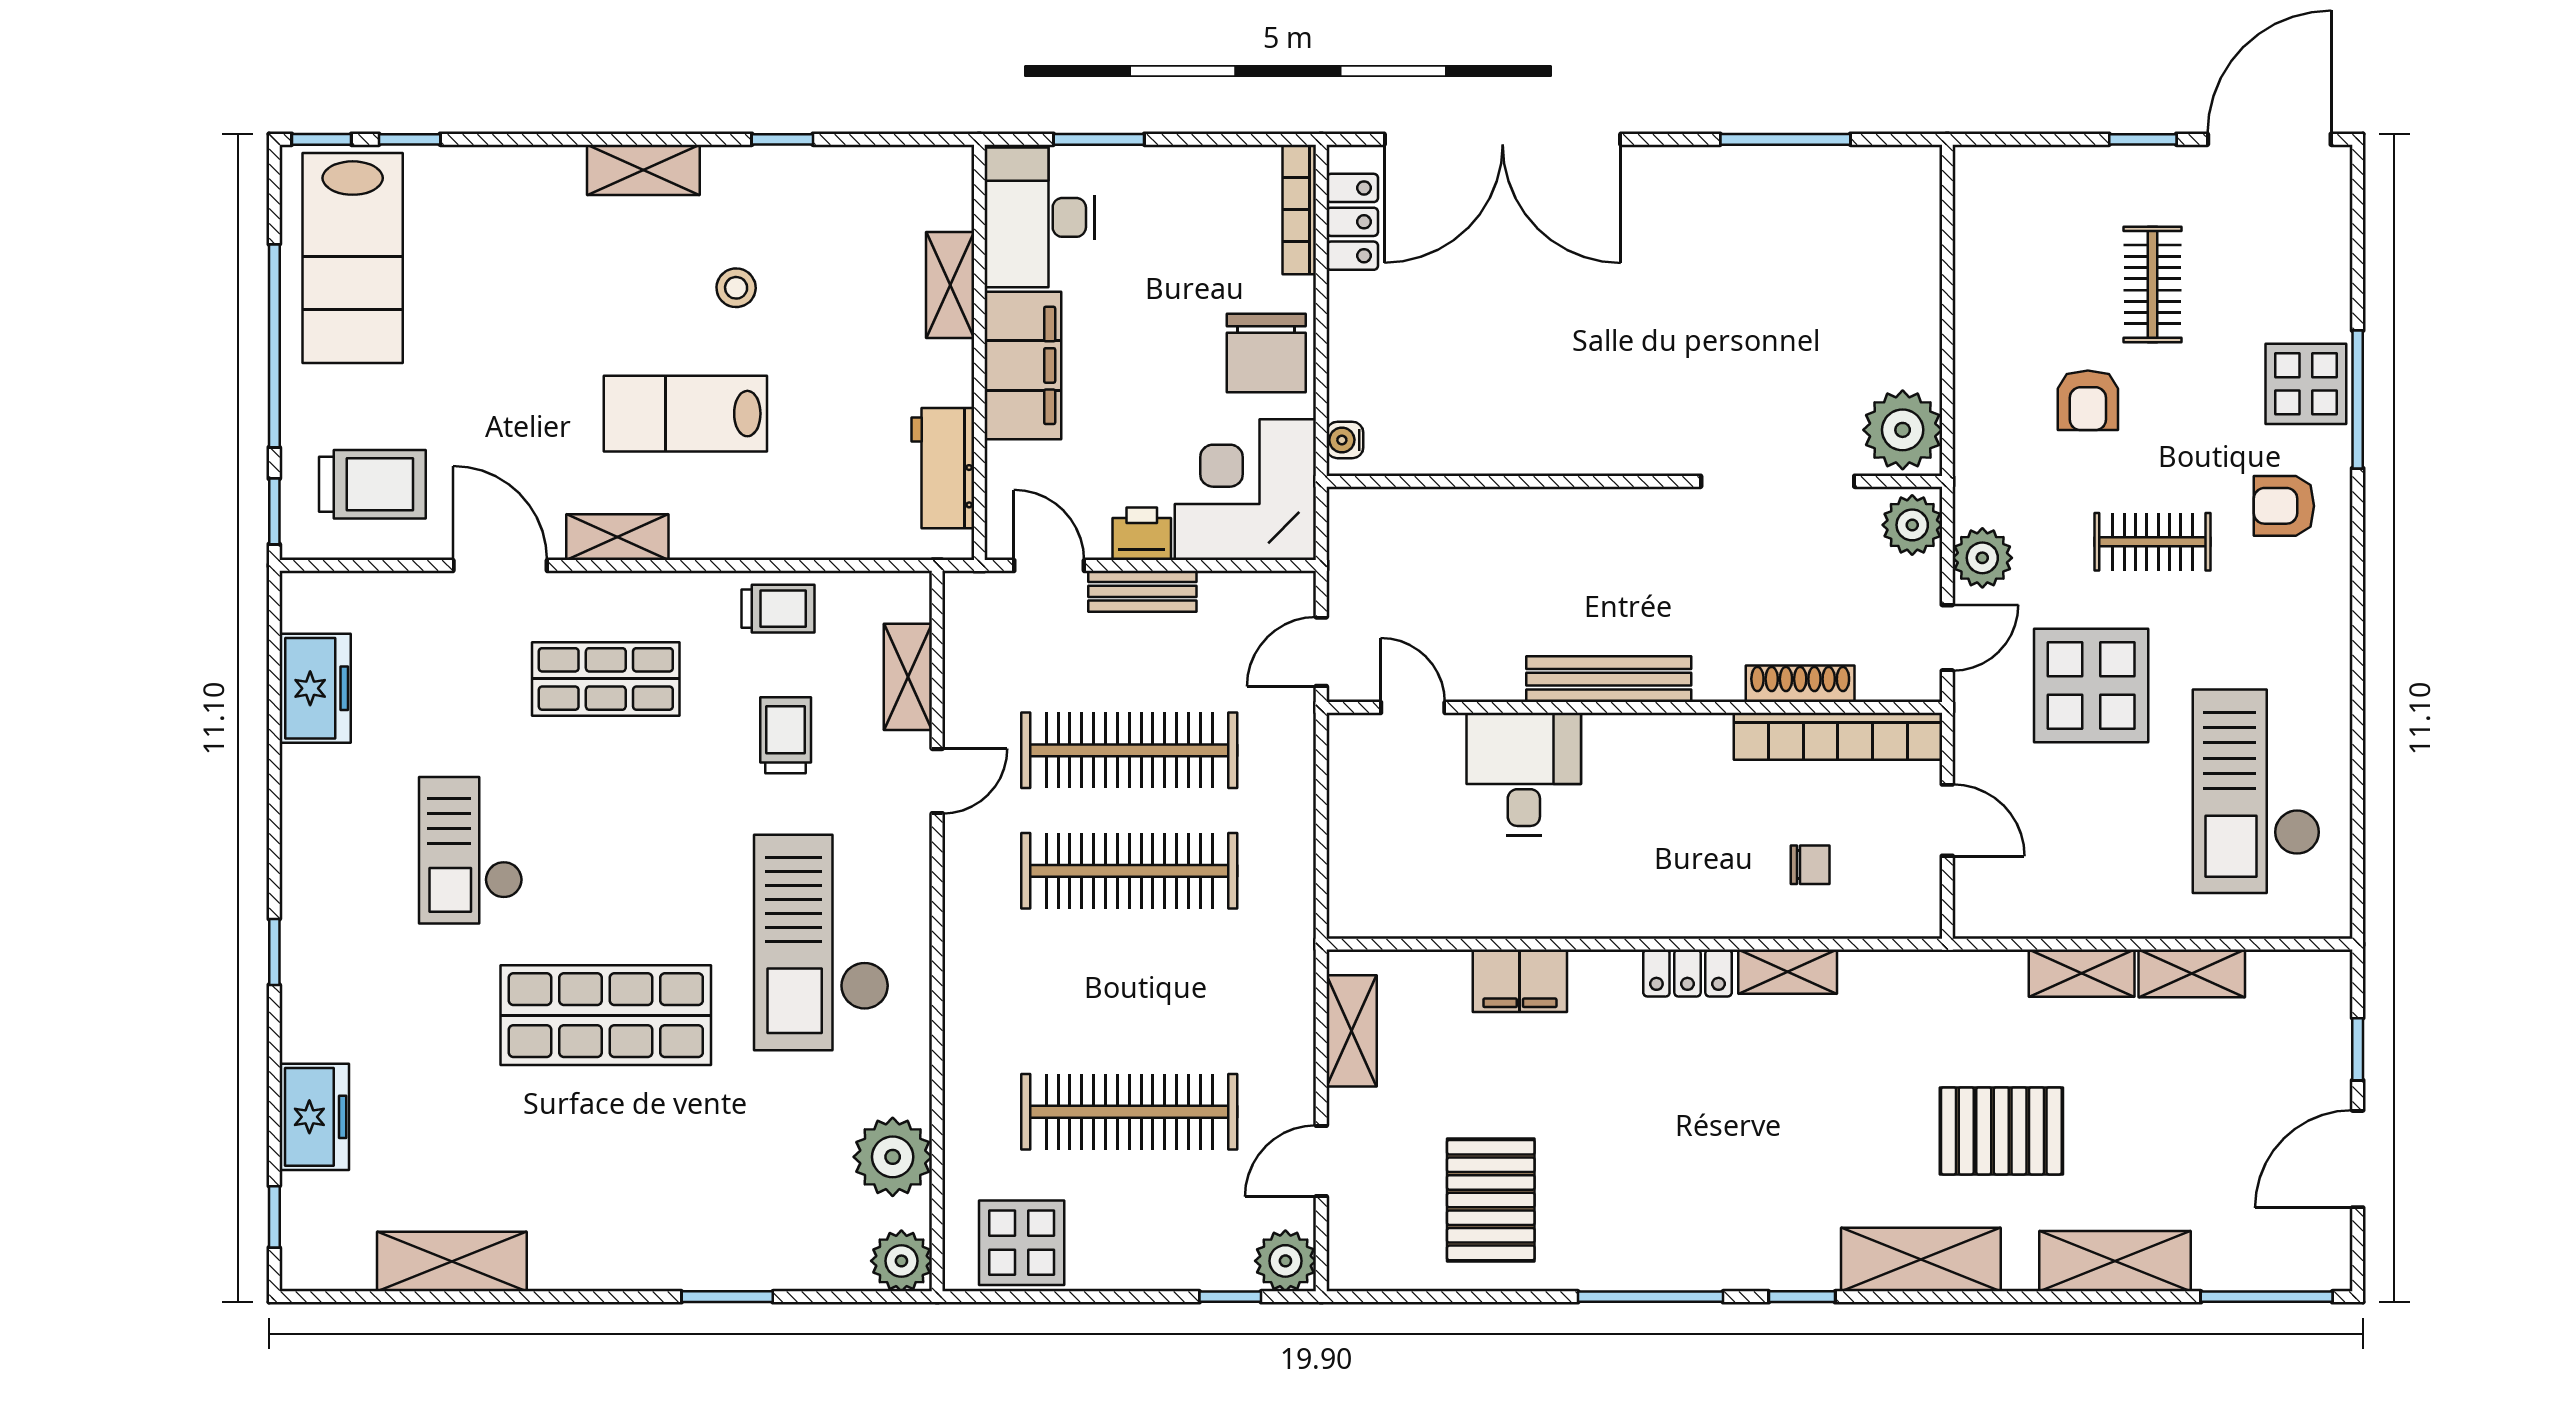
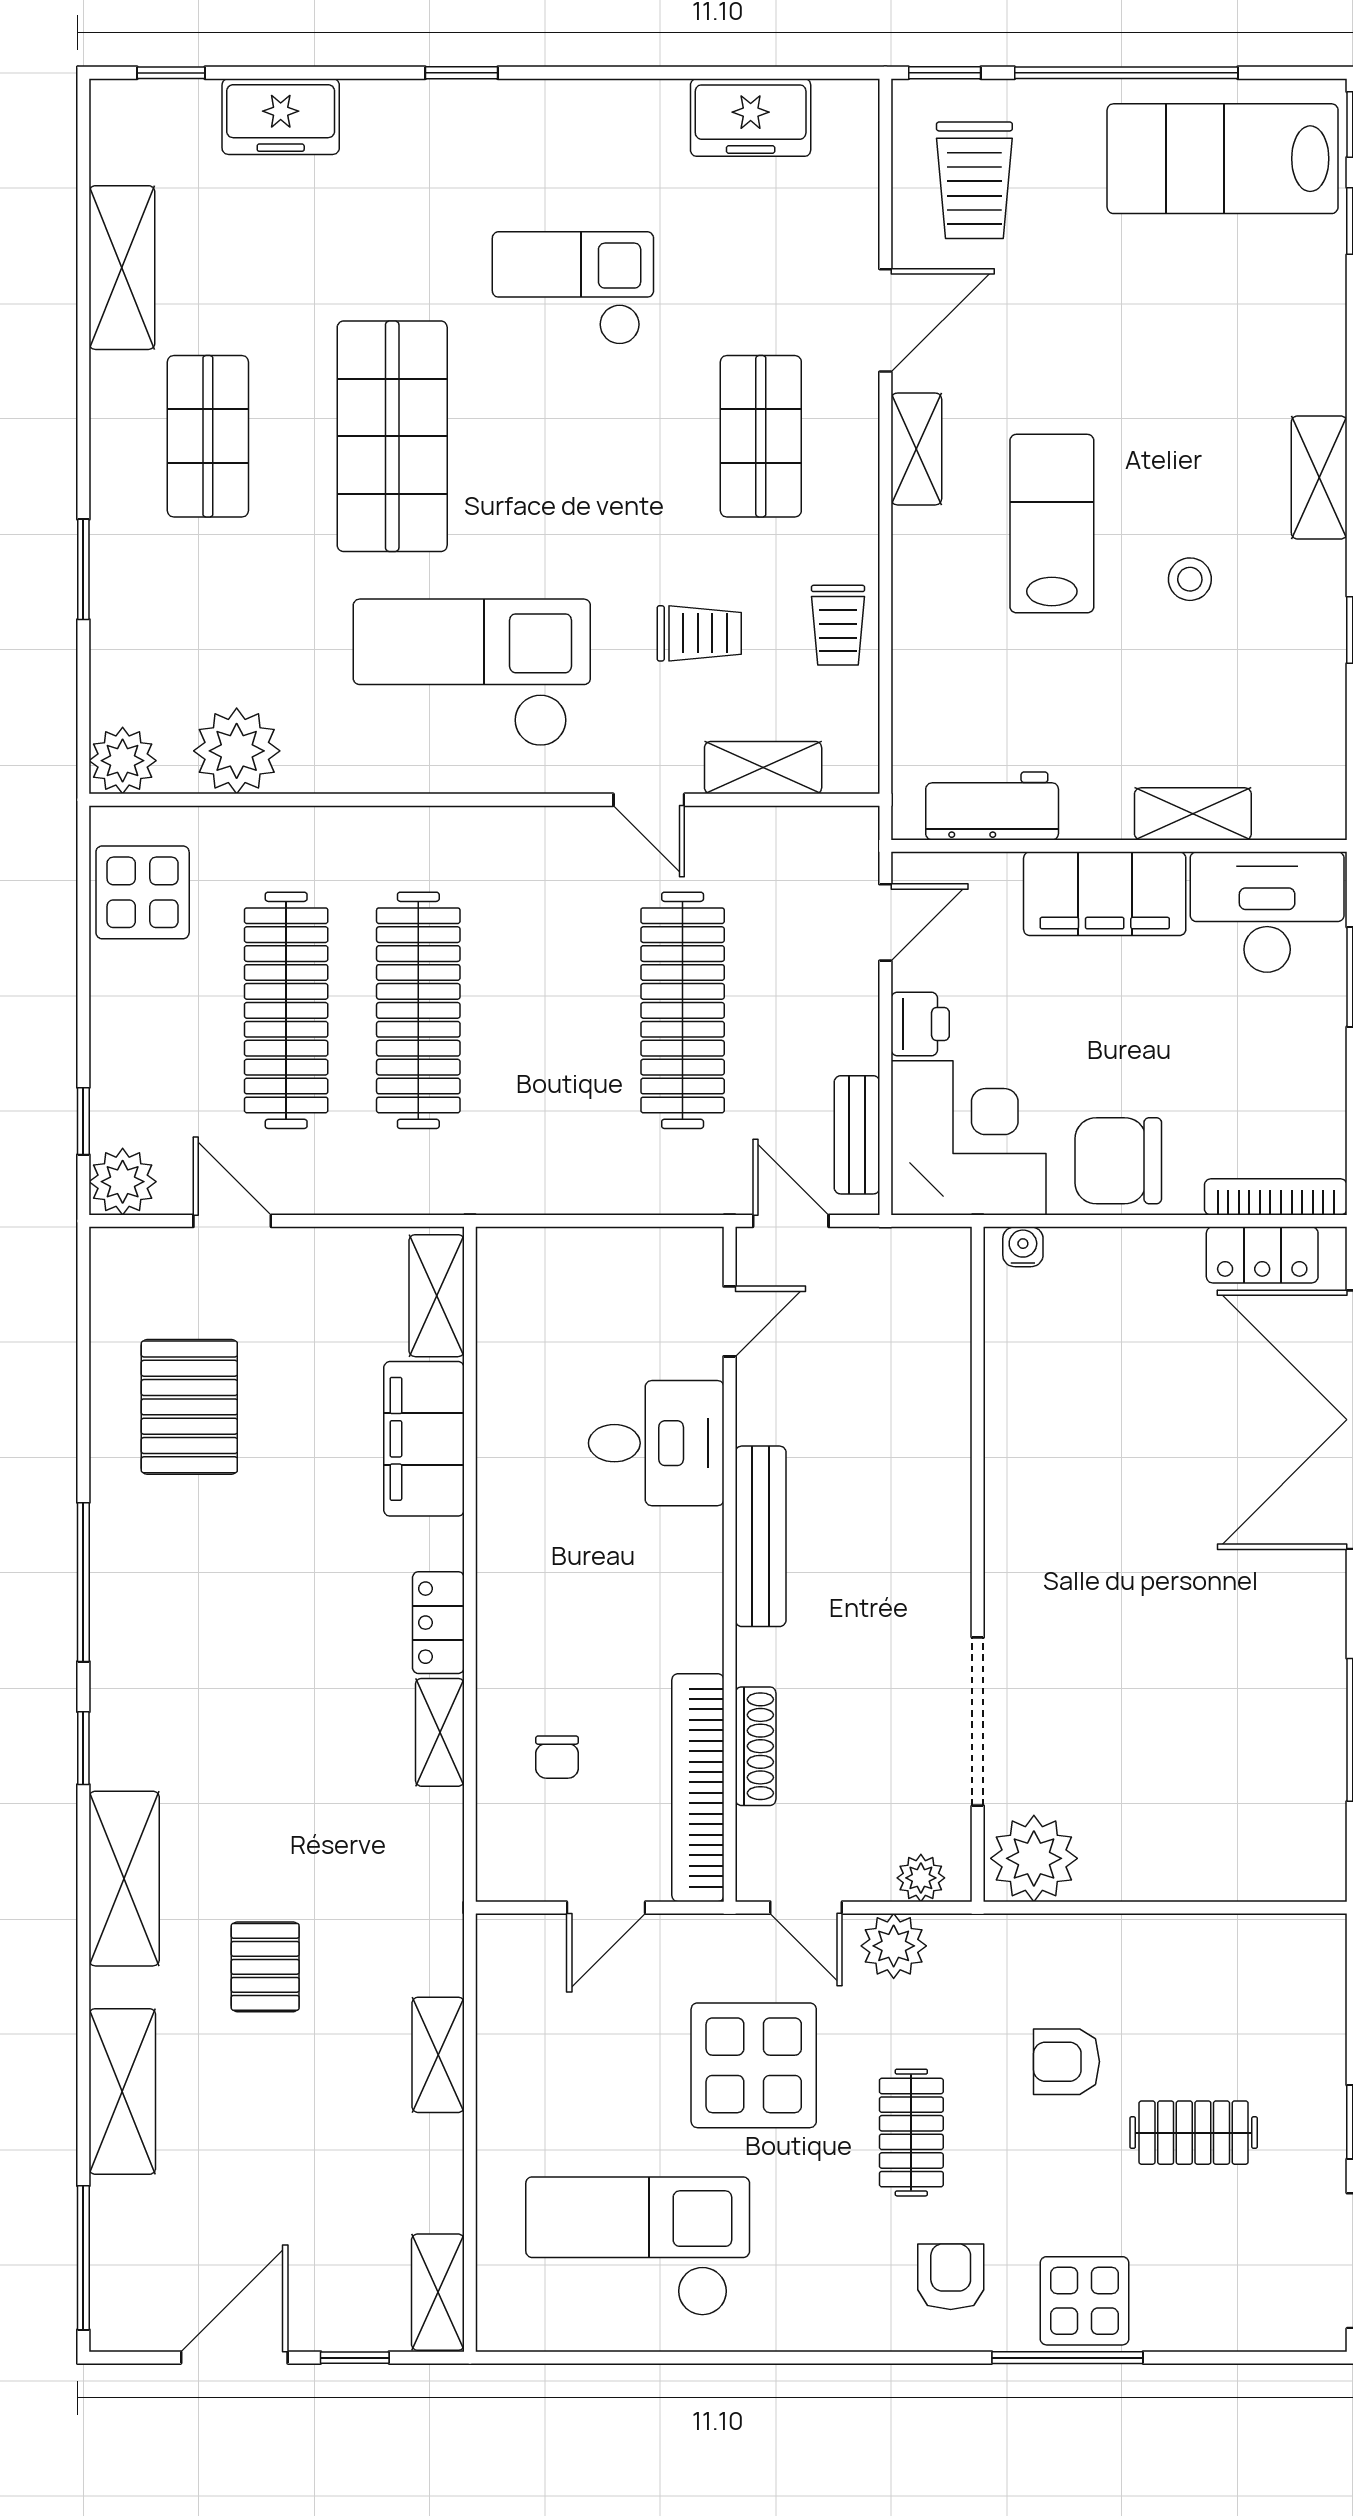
plant: (1912, 525) -> (921, 1878), width x0.73, depth x0.73
bench: (1142, 591) -> (857, 1135), moved
clothes rail: (1129, 871) -> (418, 1010), moved
shelving: (2192, 973) -> (438, 2292), moved
filing cabinet: (1520, 981) -> (424, 1439), width x1.50, depth x1.17
shelving: (1352, 1031) -> (437, 1296), moved, turned 90
pallet: (2001, 1131) -> (265, 1967), width x0.67, depth x0.71
door: (2358, 1159) -> (234, 2358), hinge flipped
shop shelf: (606, 1183) -> (208, 436), added
pallet: (1491, 1200) -> (189, 1407), turned 90

